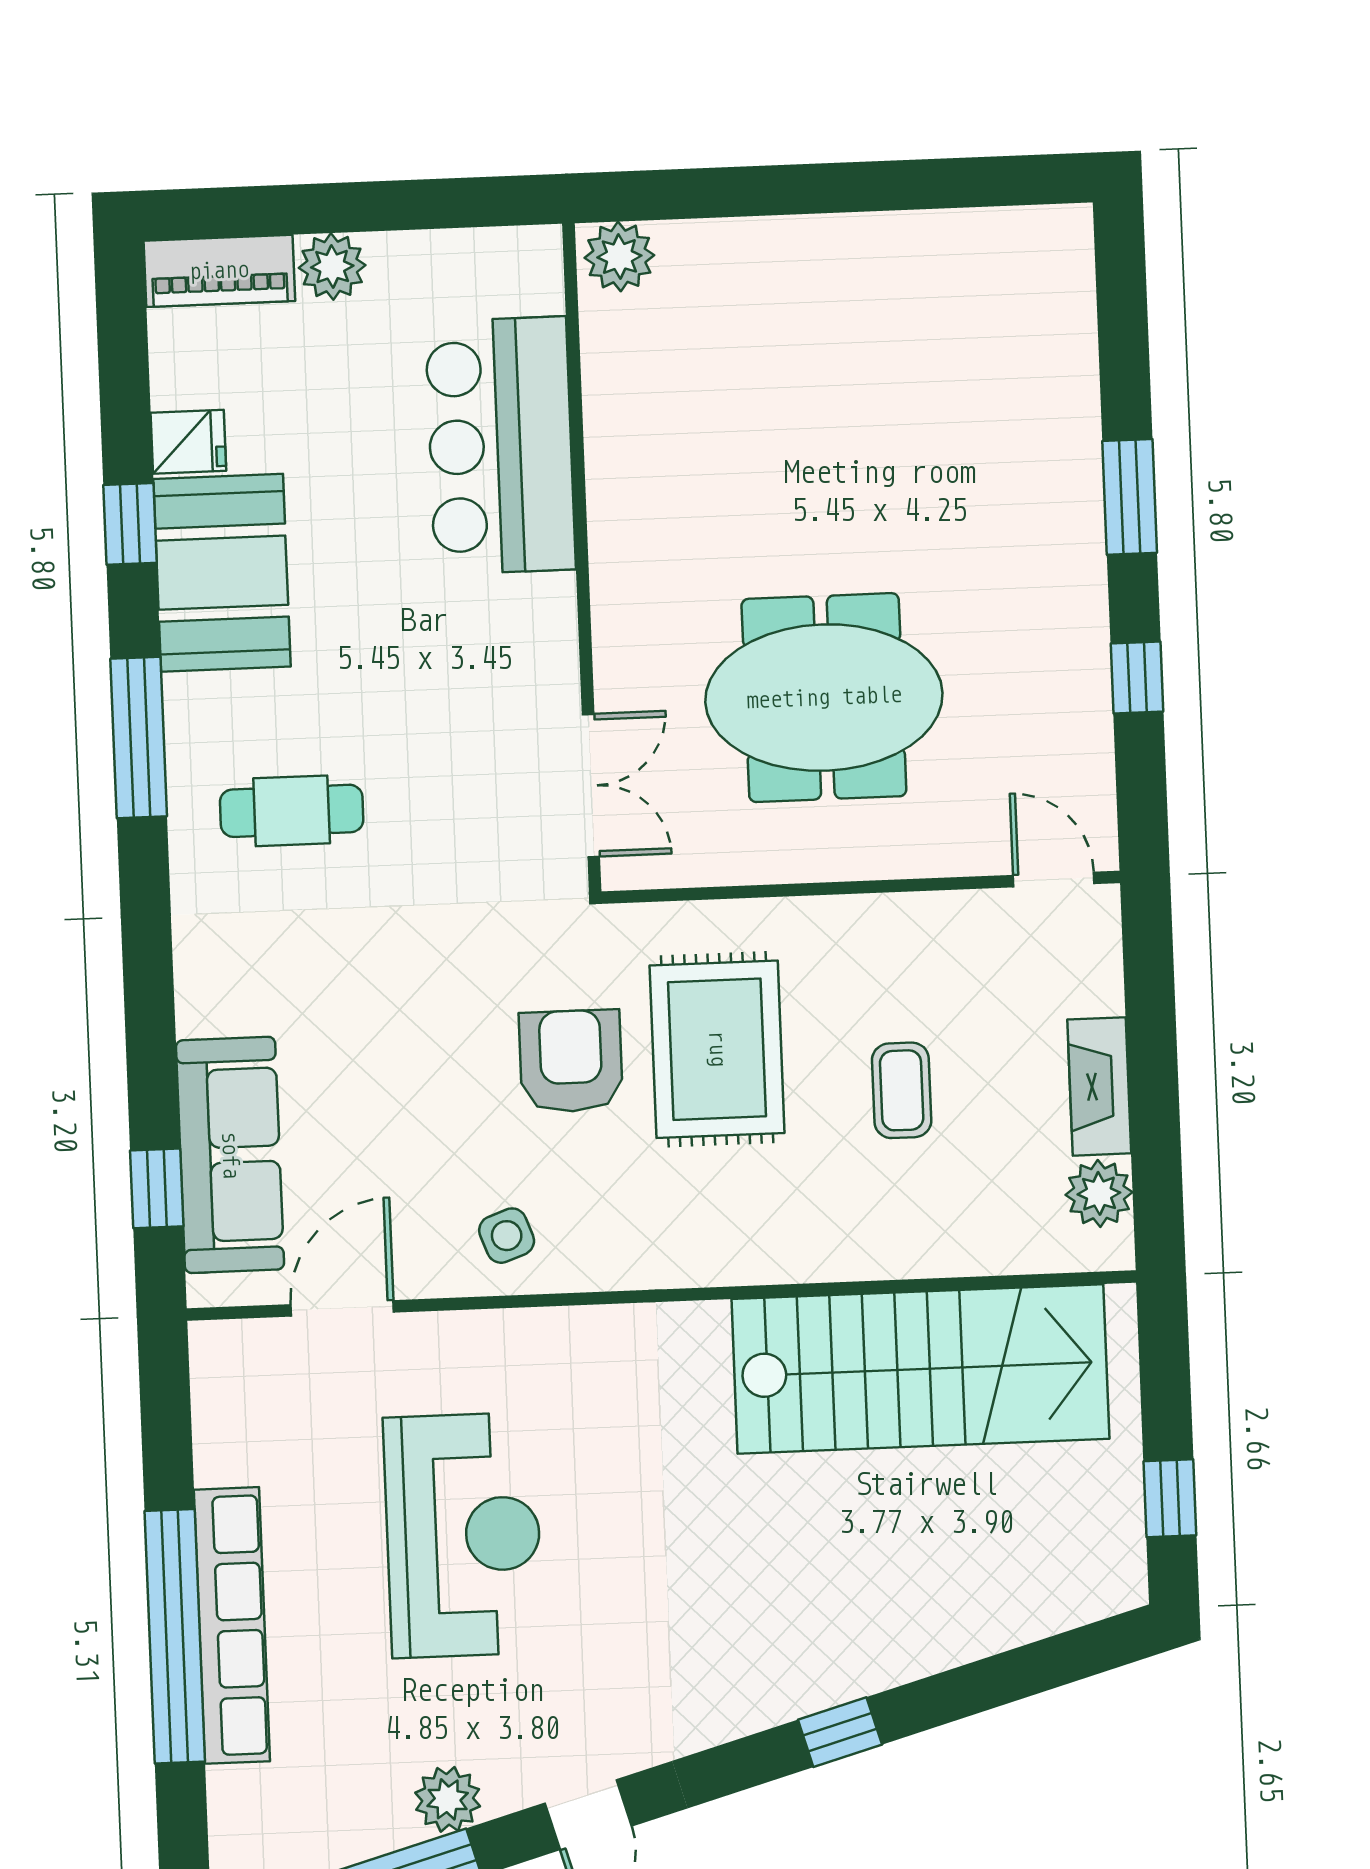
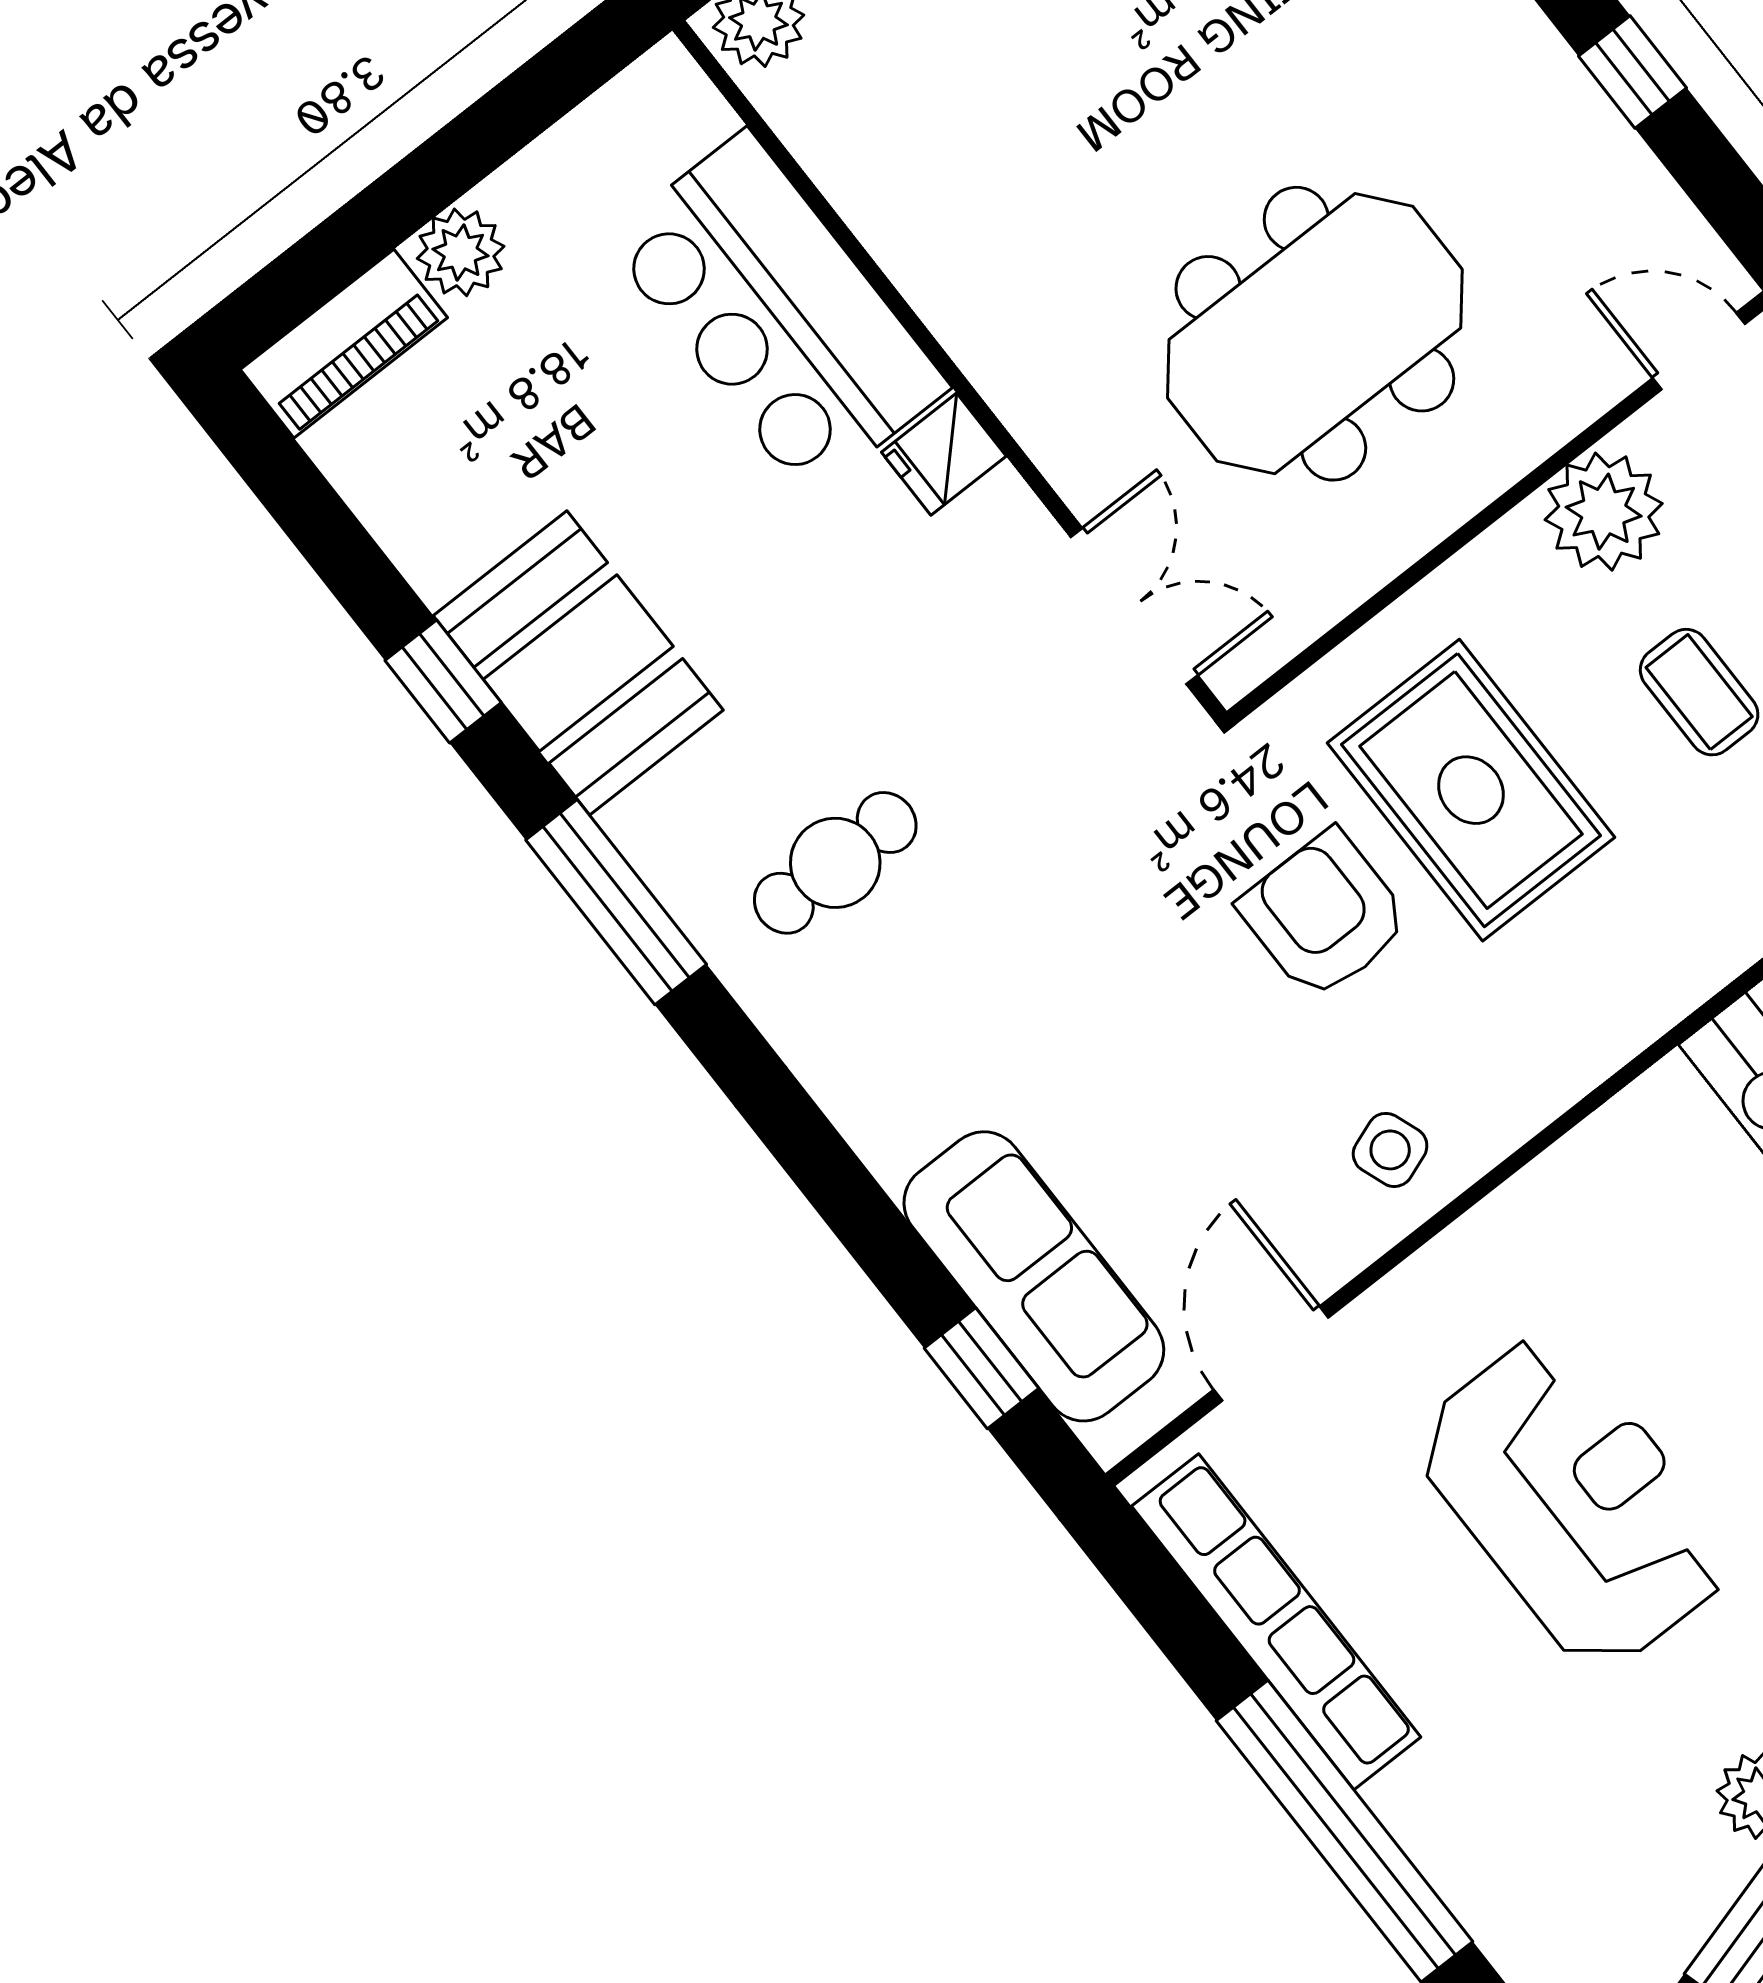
fridge: (188, 442) -> (944, 454), moved, turned 180
plant: (923, 936) -> (1604, 512), added
row of seats: (232, 1625) -> (1276, 1622), moved

